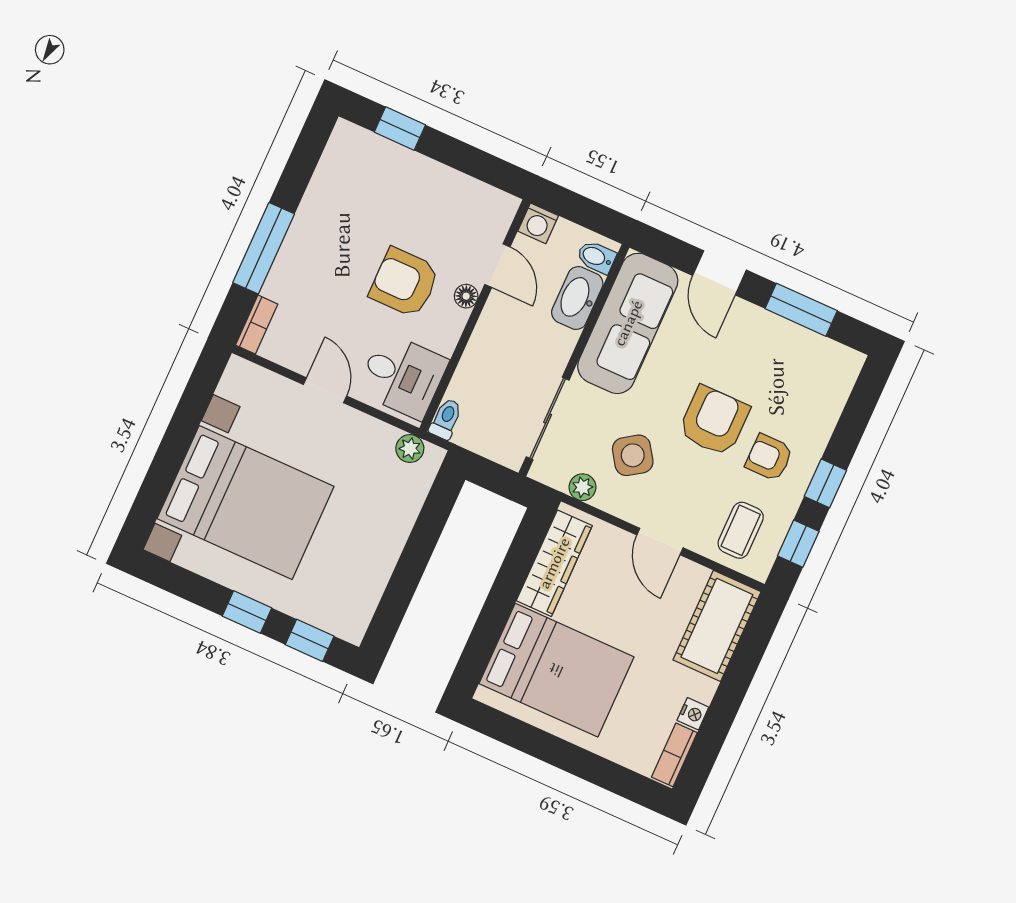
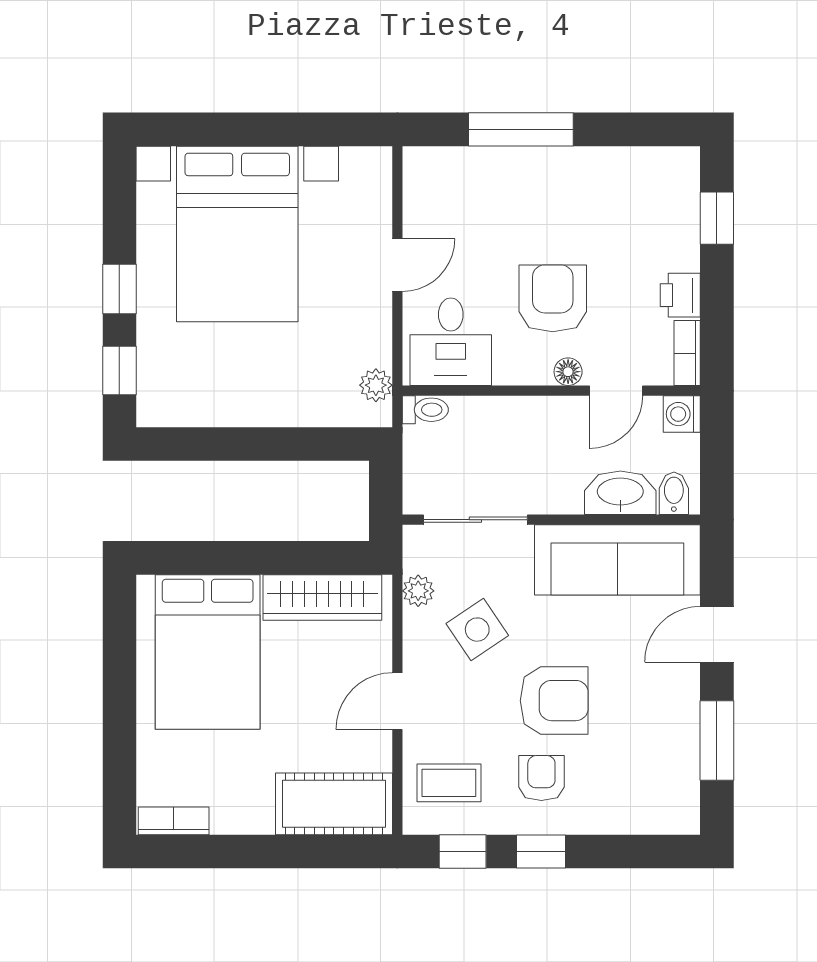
printer: (446, 183) -> (680, 295), added
bookcase: (257, 325) -> (687, 353), moved, turned 90
nightstand: (693, 714) -> (227, 821), removed

